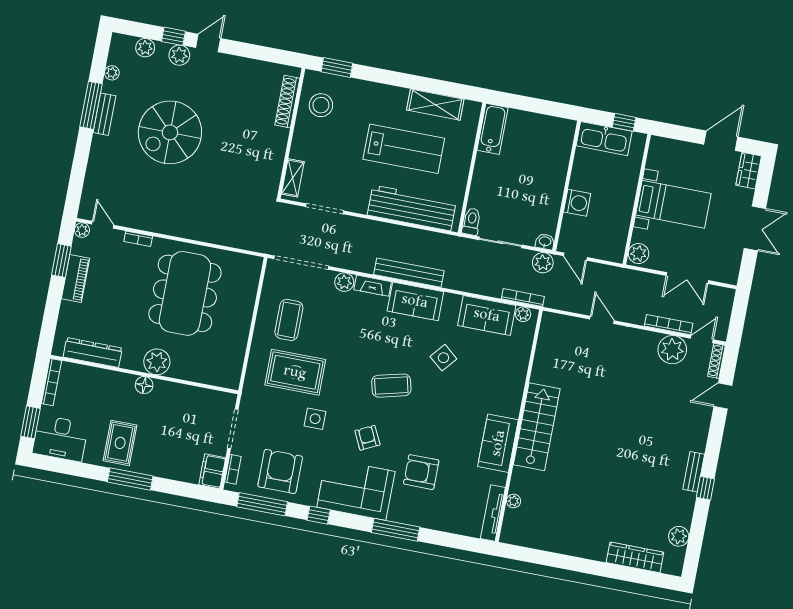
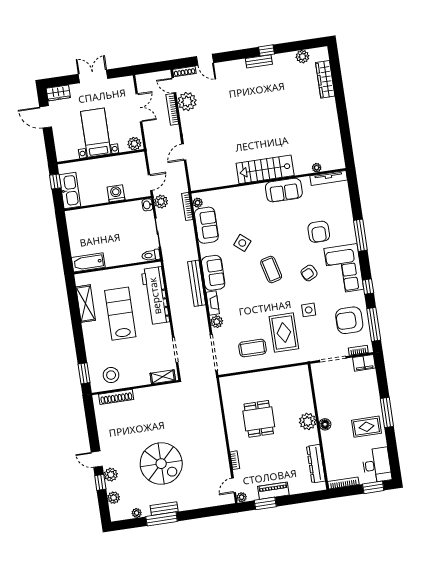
dining table: (185, 293) -> (259, 419), width x0.53, depth x0.80

